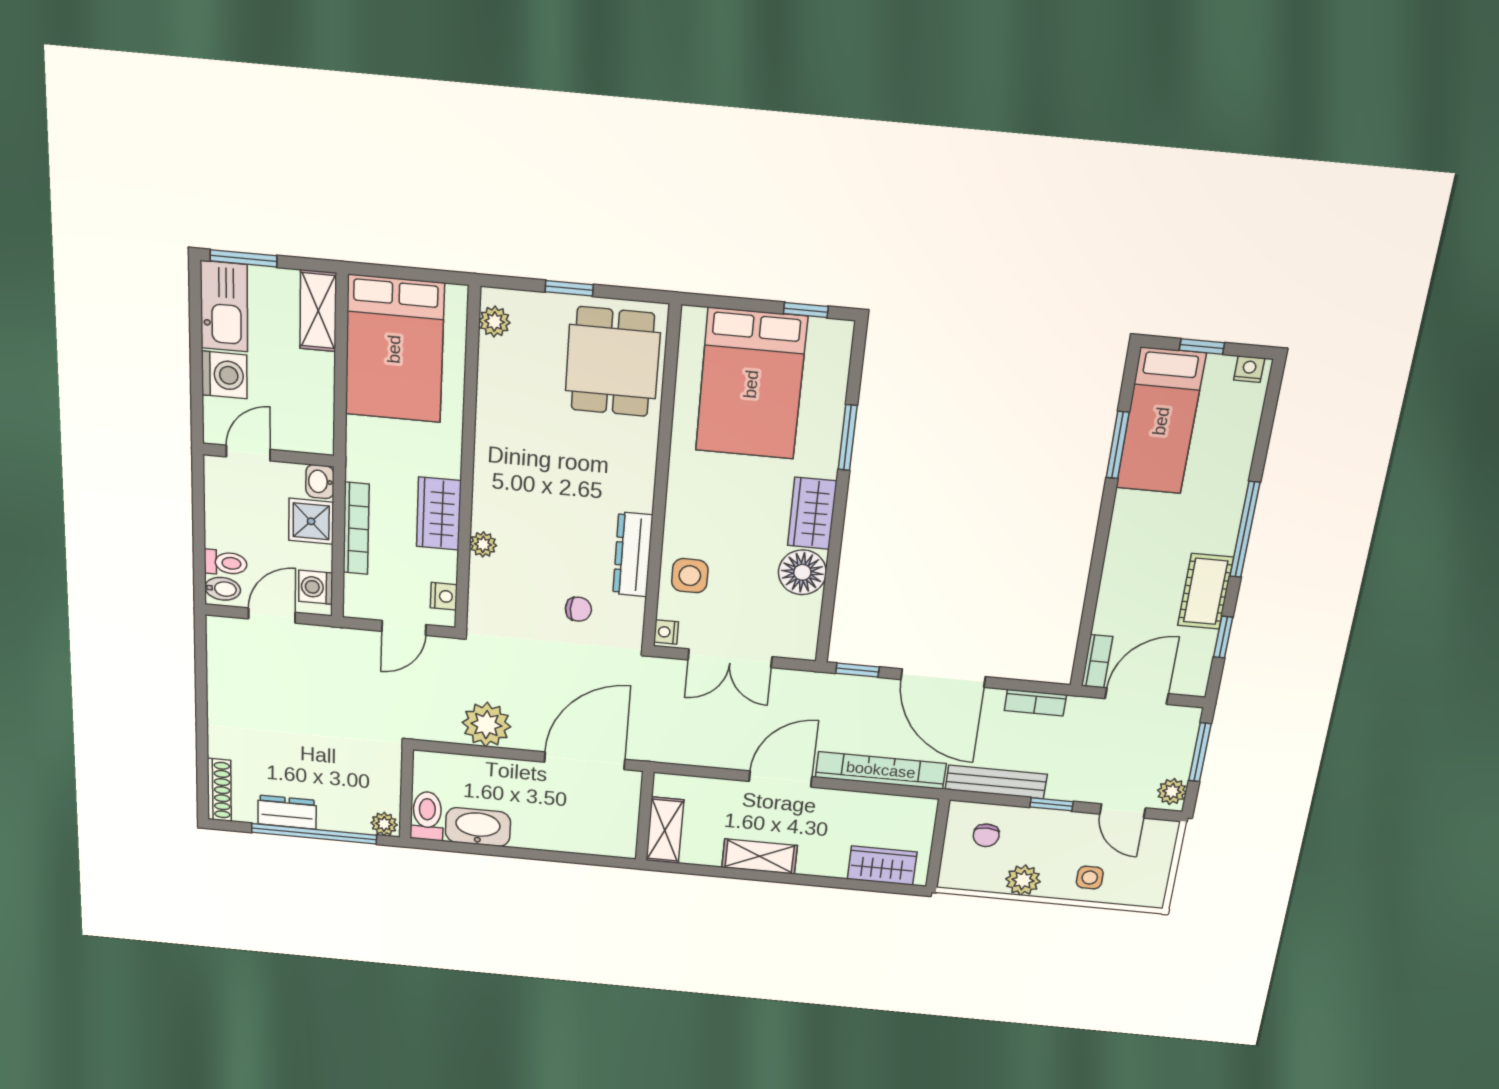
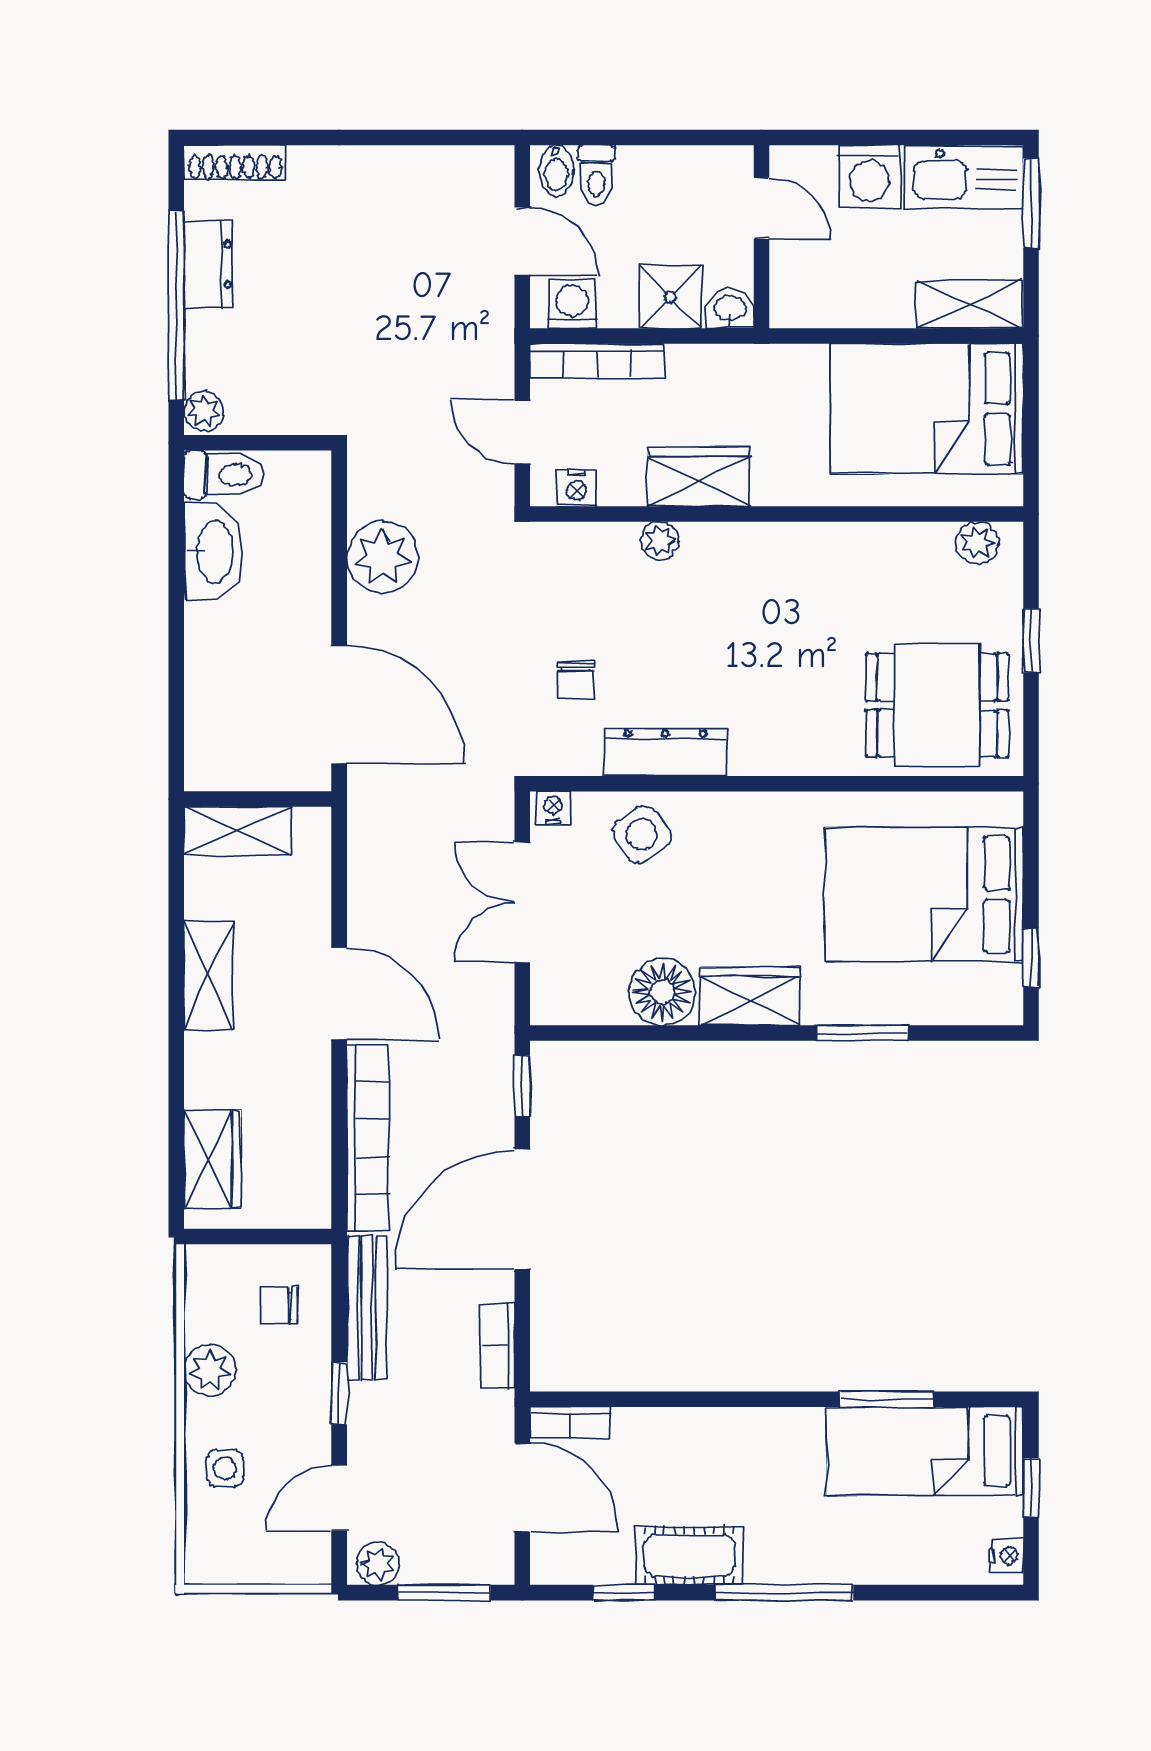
bookcase: (356, 528) -> (597, 361), moved
side table: (690, 576) -> (642, 835), turned -35

